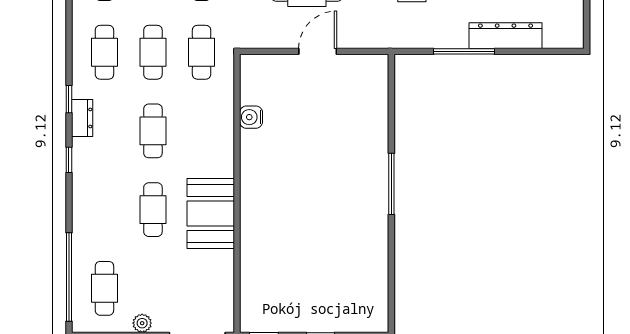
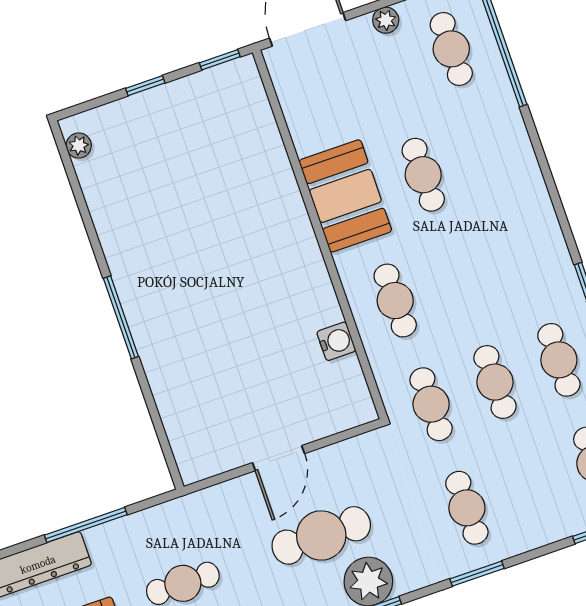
dresser: (82, 118) -> (558, 263), removed
cafe table: (153, 131) -> (395, 301), moved
window: (69, 160) -> (557, 202), removed
plant: (380, 310) -> (79, 145), added

